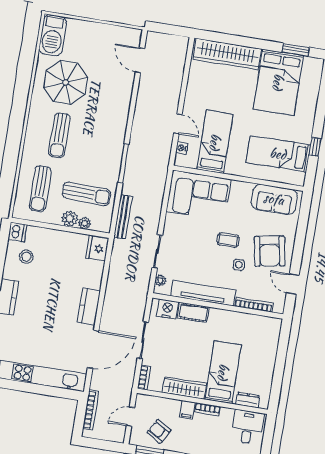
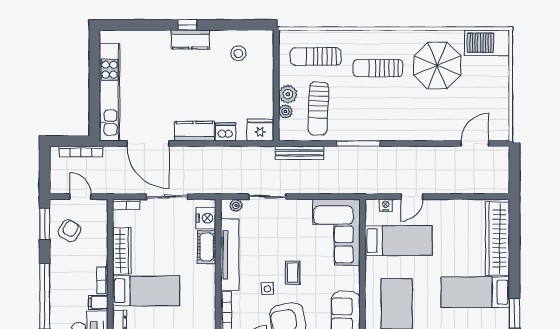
bed: (278, 82) -> (475, 292), width x0.67
dishwasher: (17, 232) -> (225, 132), moved, turned 180
filing cabinet: (187, 410) -> (98, 302), moved

